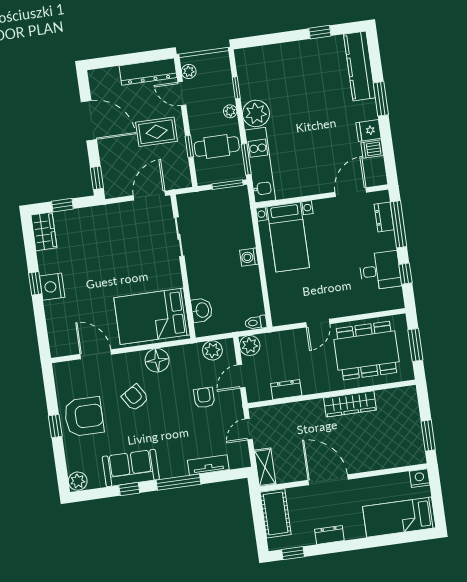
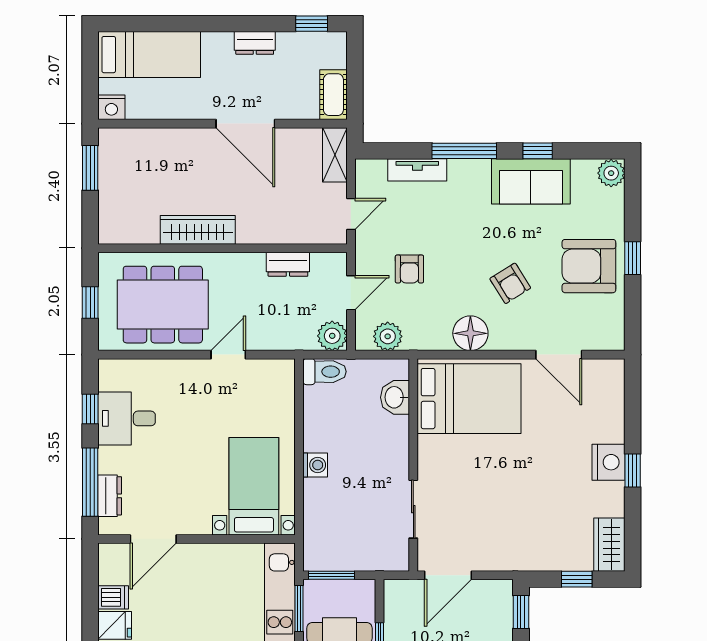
toilet: (256, 323) -> (325, 372), width x1.37, depth x1.39
window: (415, 345) -> (90, 303), width x0.67
cot: (276, 513) -> (333, 95), width x0.73, depth x0.75

